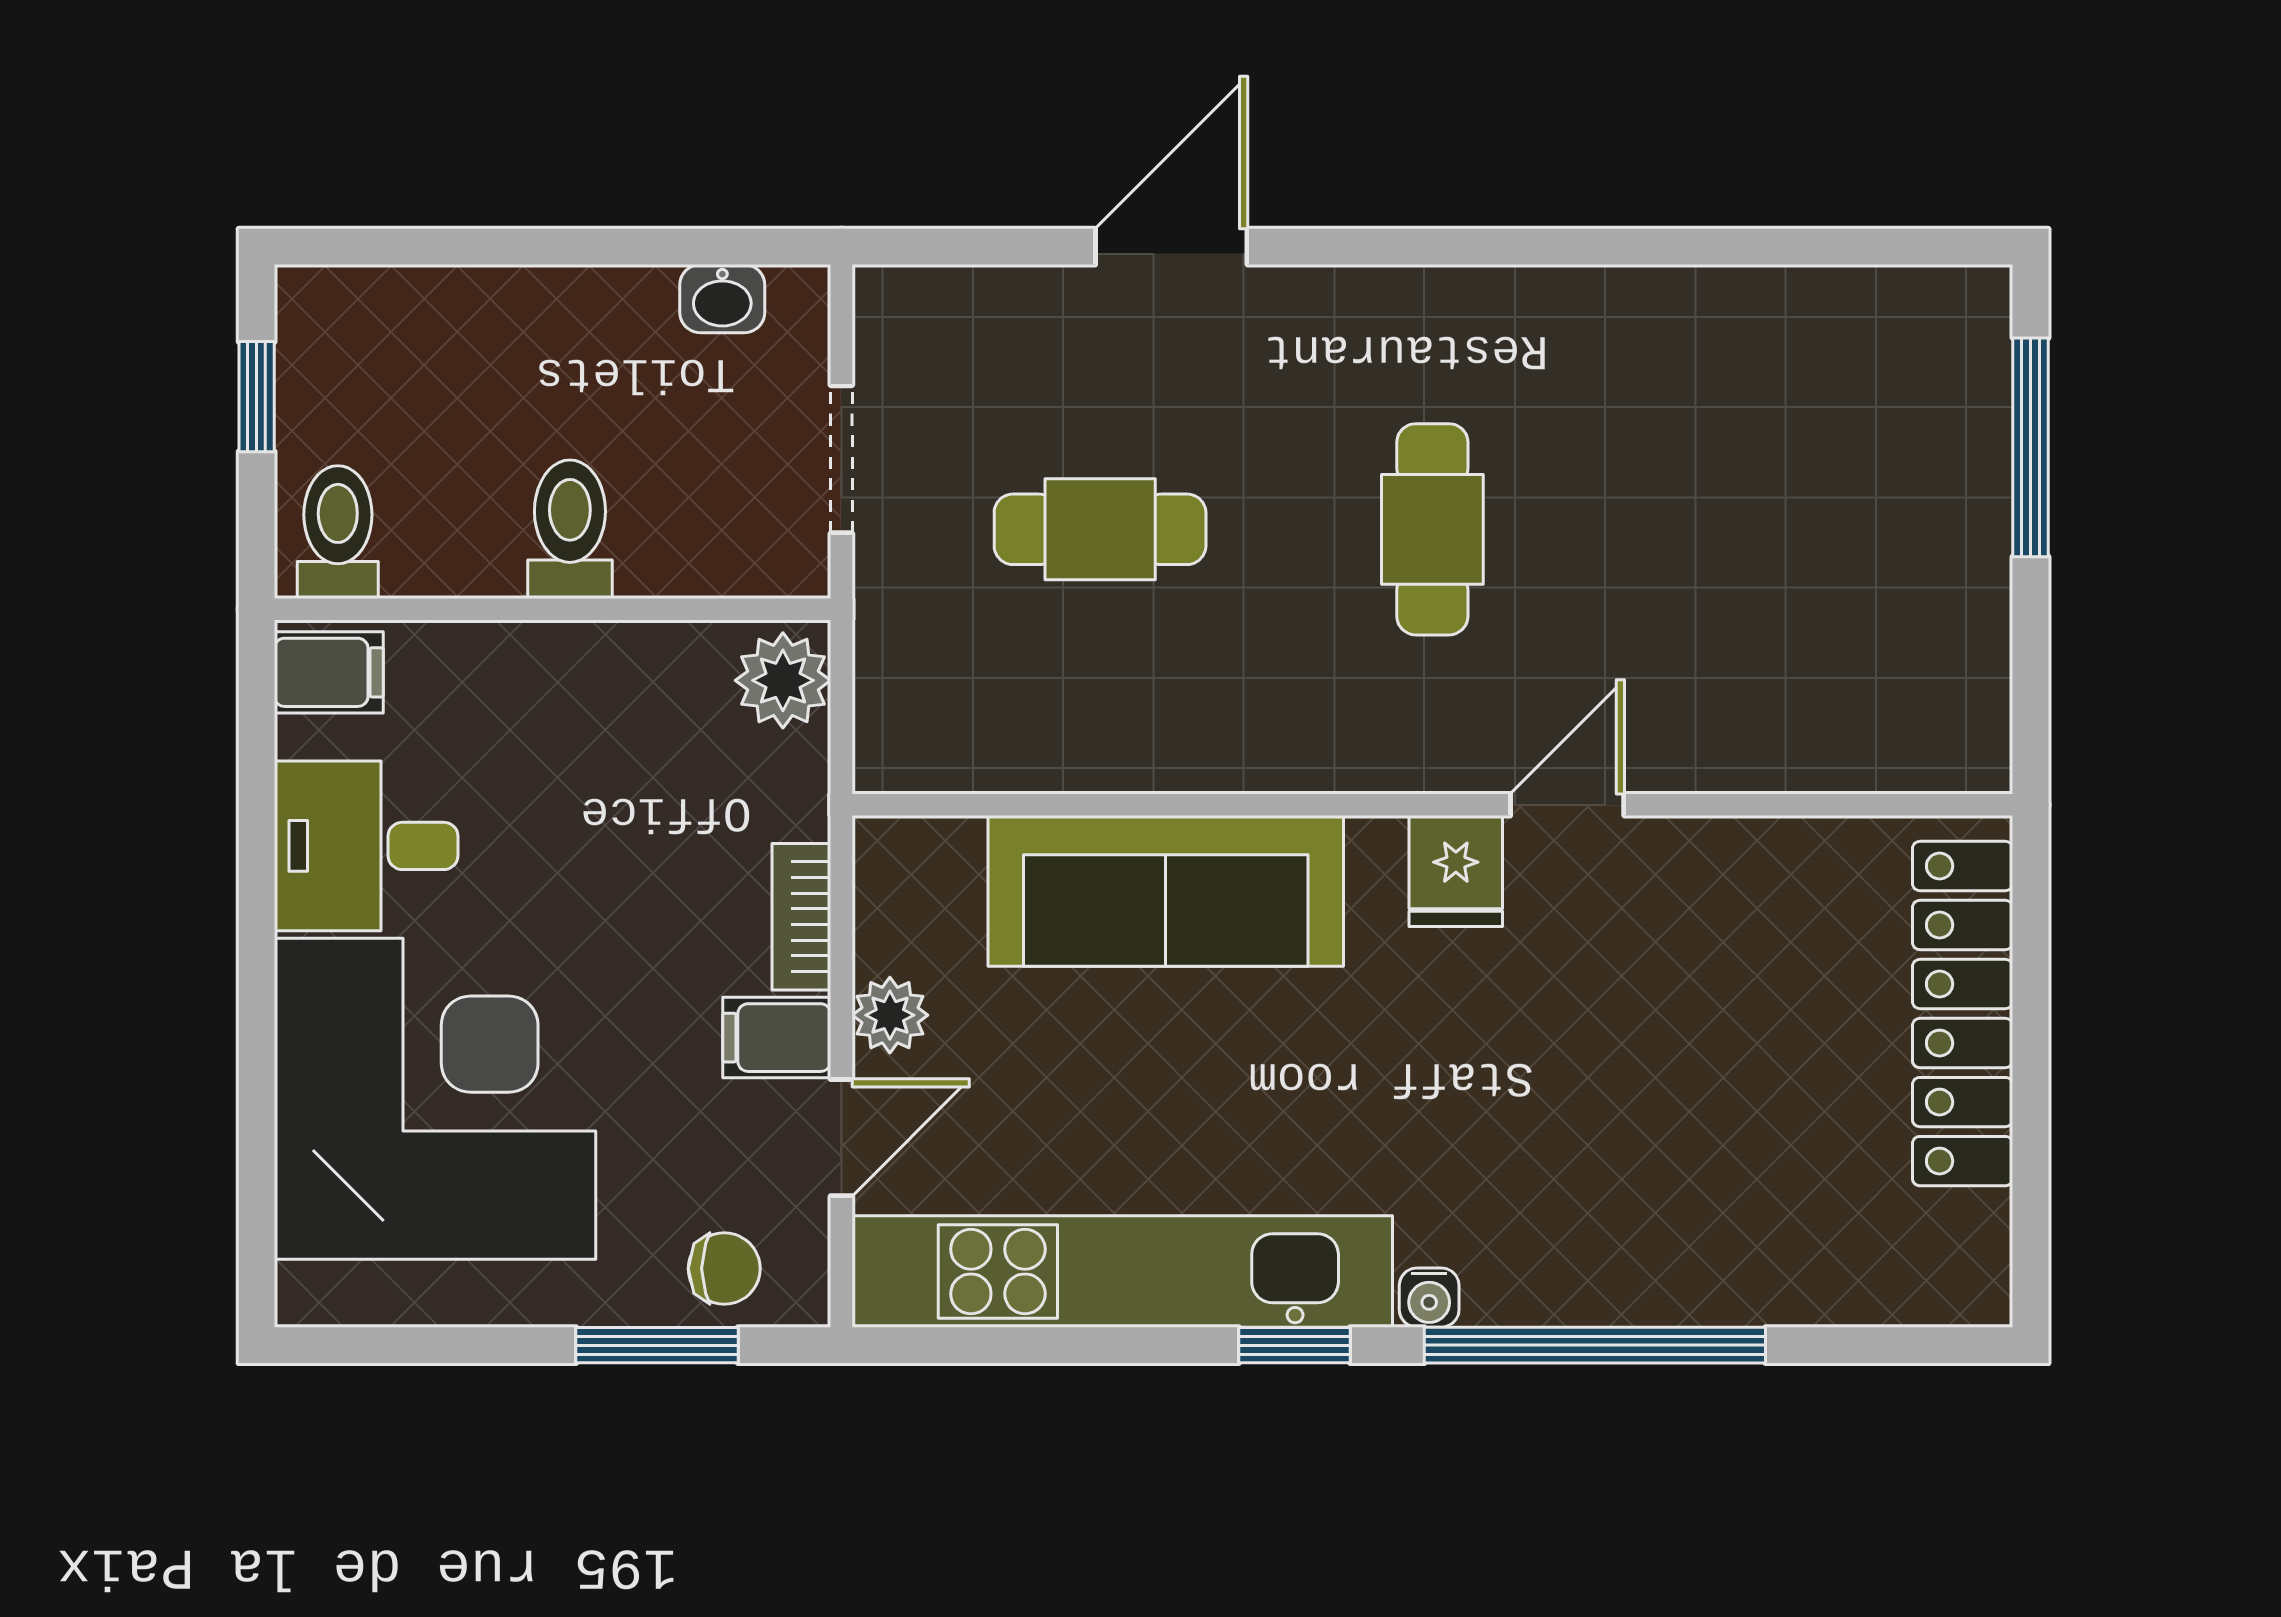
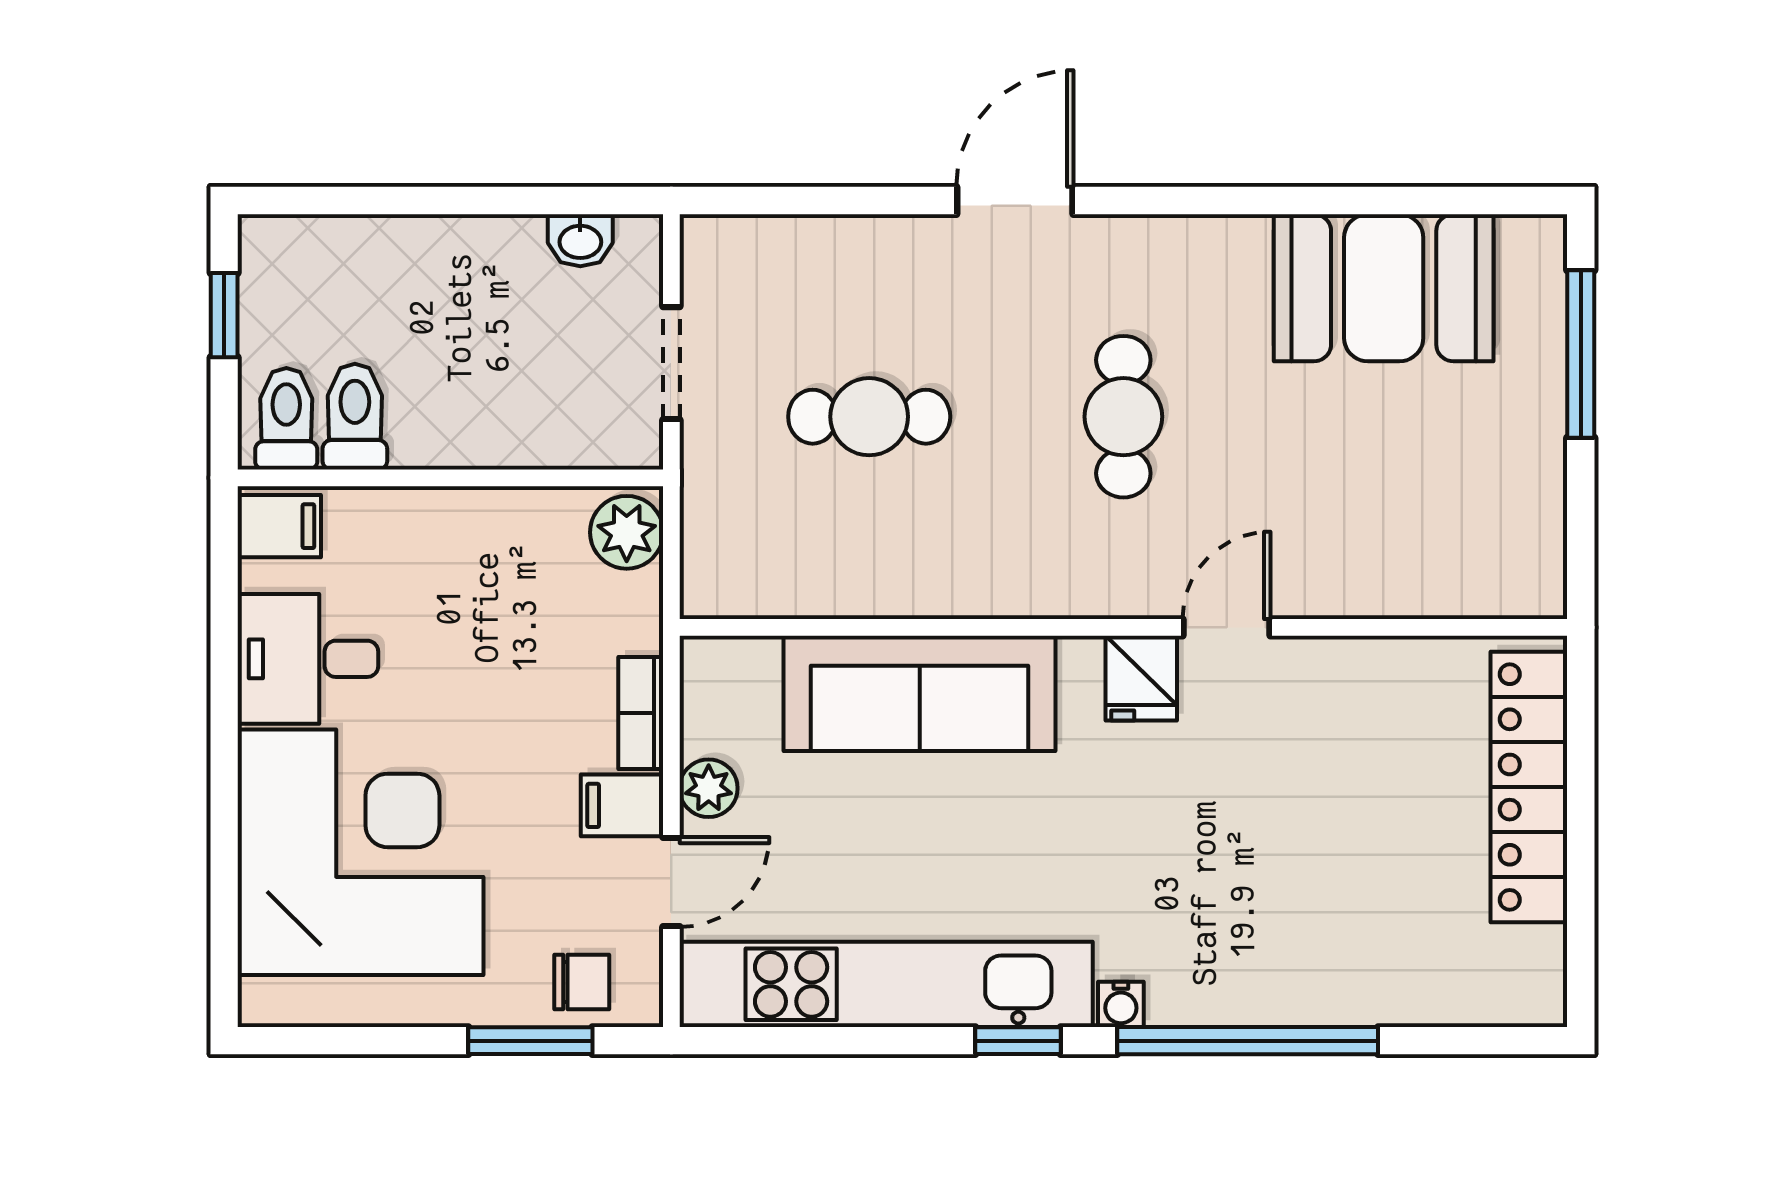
door: (1171, 247) -> (1015, 201), moved
booth: (1773, 361) -> (1384, 288), added
toilet: (570, 529) -> (355, 417), moved

